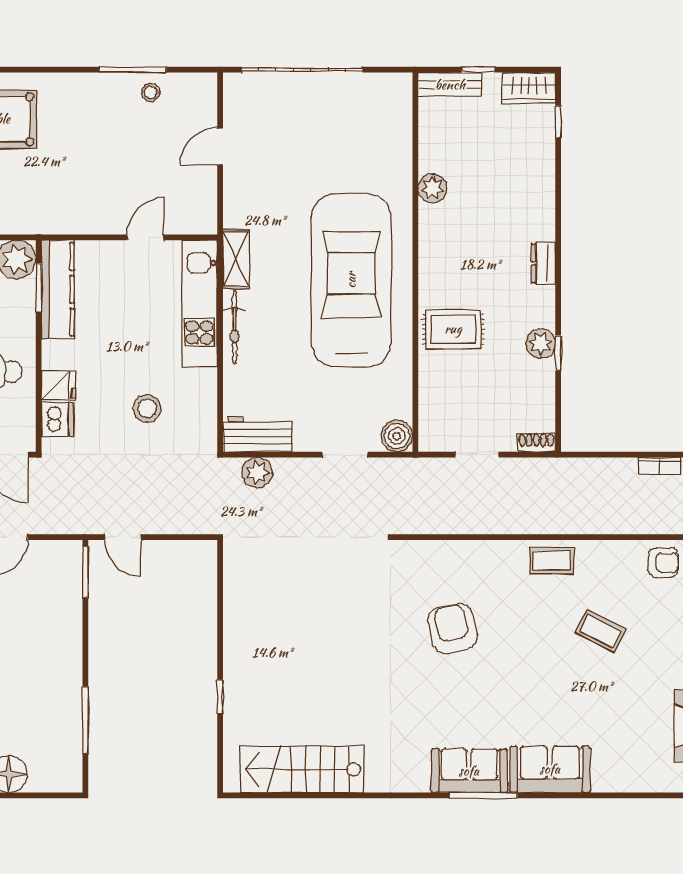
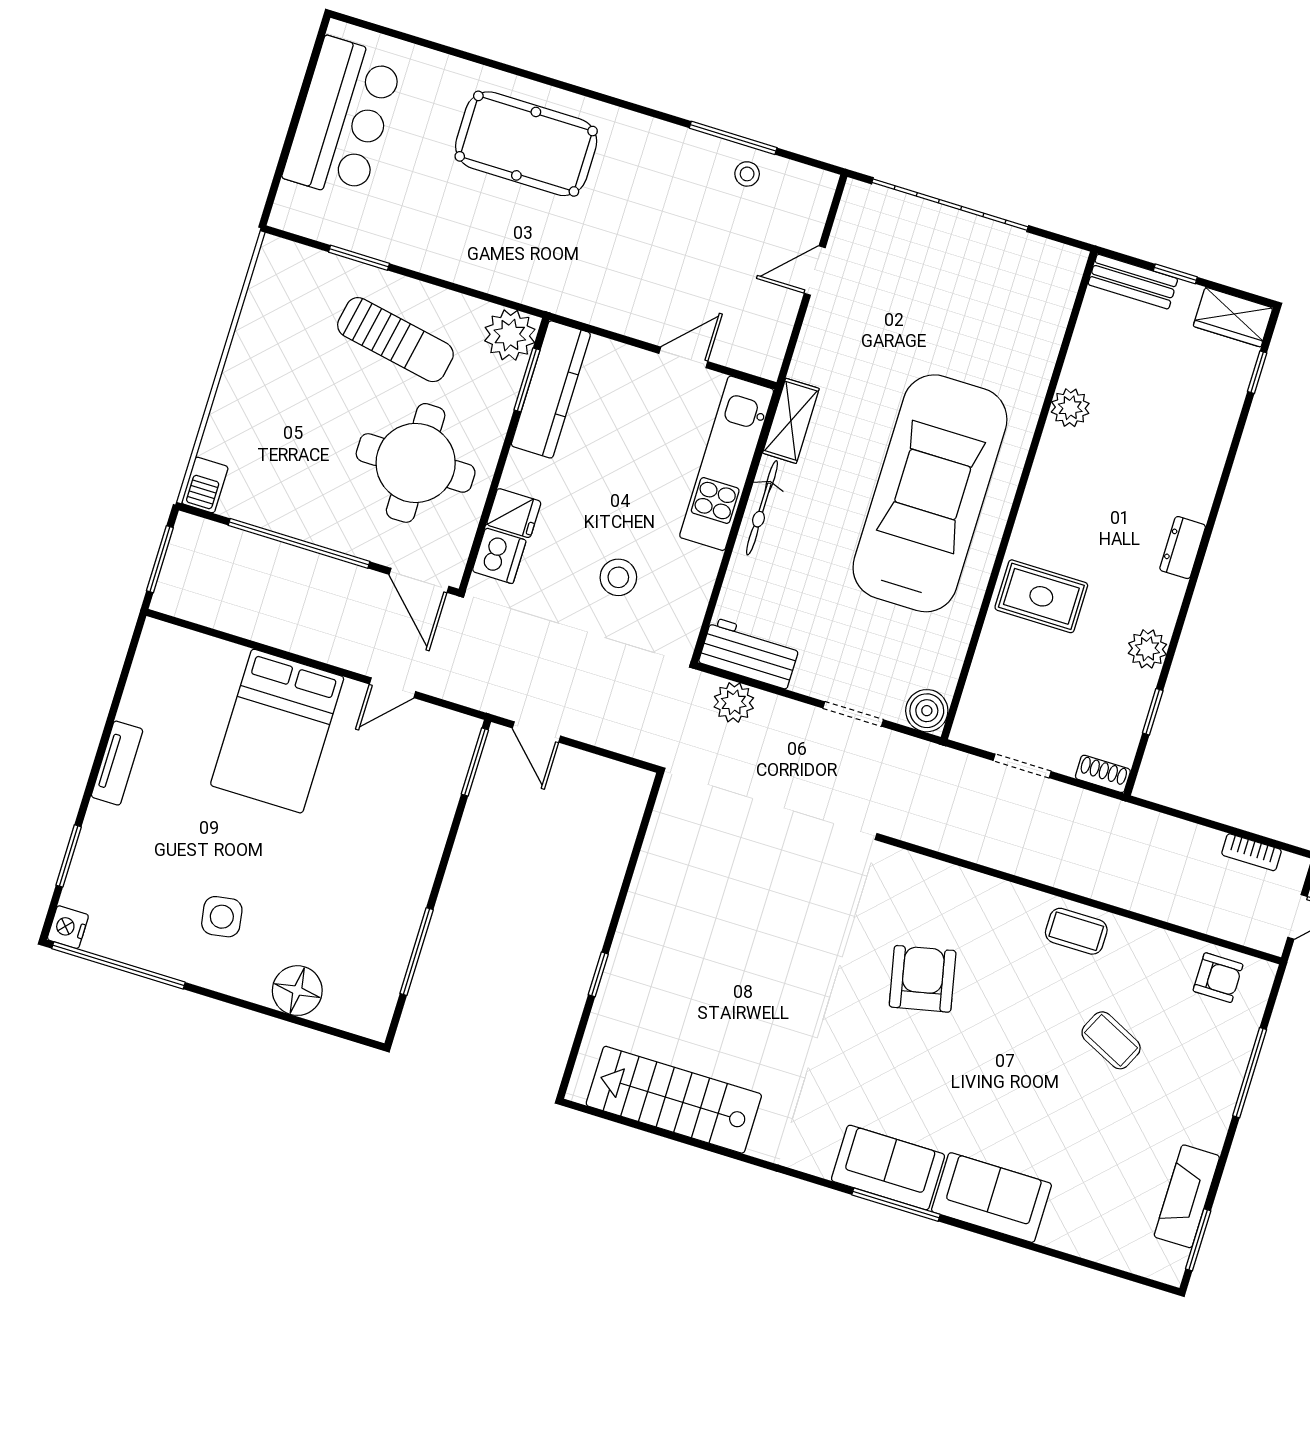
window: (558, 353) -> (1153, 712), moved

